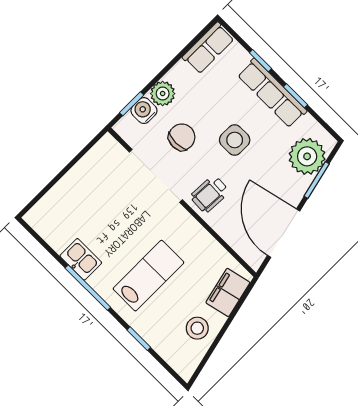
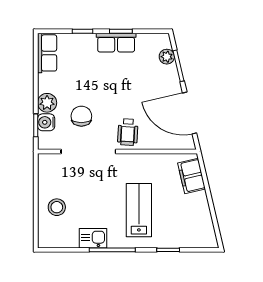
row of seats: (272, 93) -> (116, 43), width x0.68
side table: (235, 140) -> (112, 89), removed
plant: (307, 156) -> (167, 57), width x0.53, depth x0.53
stool: (197, 328) -> (57, 207), moved

